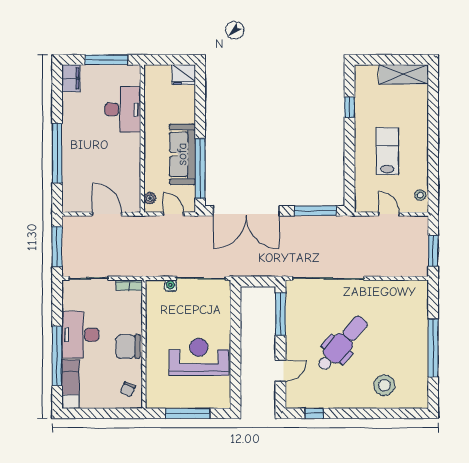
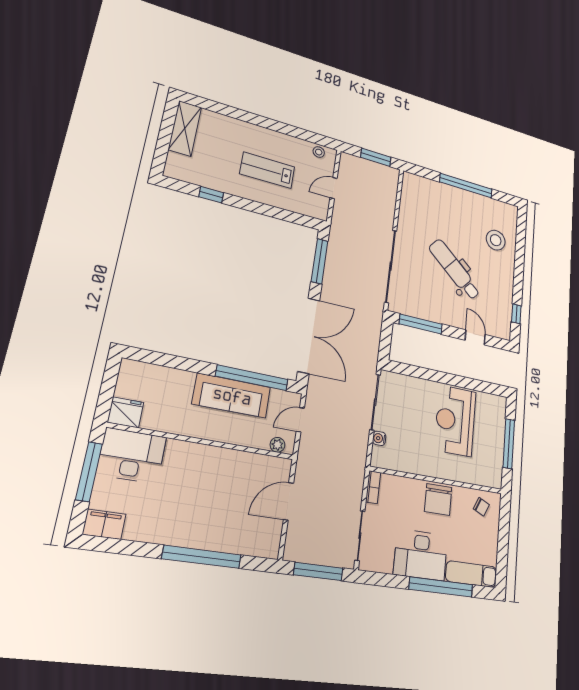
fridge: (184, 75) -> (126, 412), moved, turned -90
desk: (123, 109) -> (132, 456), moved

